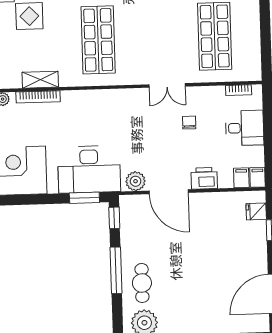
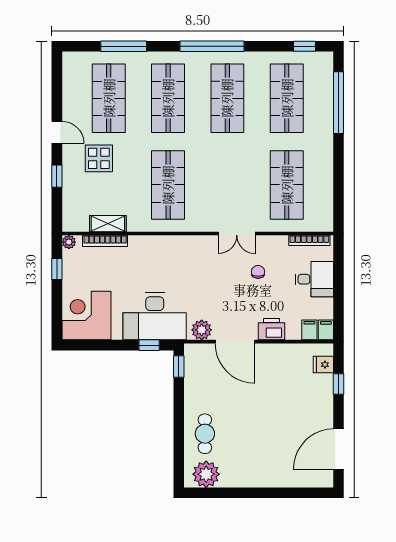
bookcase: (239, 90) -> (309, 240), width x1.56
window: (84, 198) -> (149, 345), width x0.67
window: (116, 270) -> (179, 420), removed

